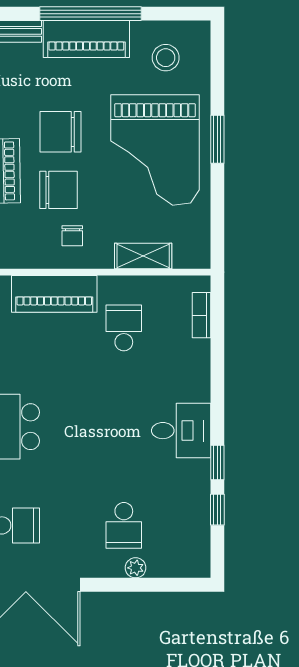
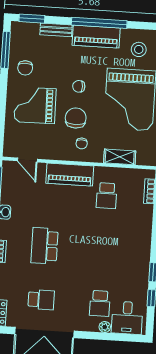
chair: (60, 132) -> (79, 86), width x0.54, depth x0.54
chair: (58, 190) -> (76, 118), turned -90
school desk: (124, 328) -> (107, 196), turned 180
desk: (181, 431) -> (127, 318), moved, turned 90

